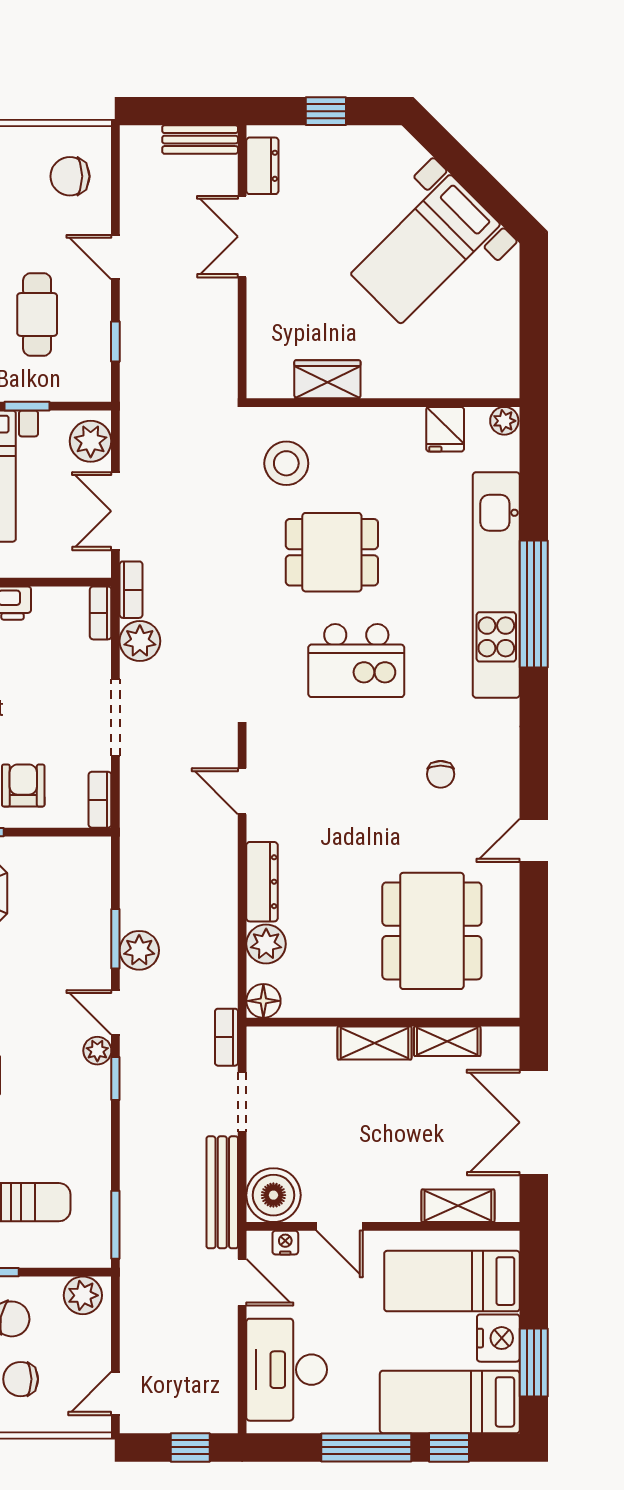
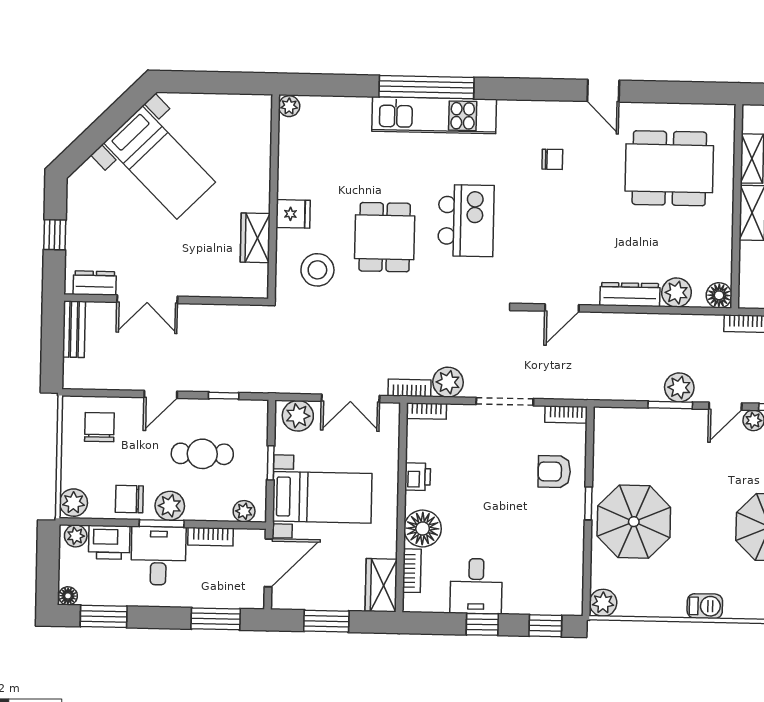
chair: (70, 176) -> (99, 427), turned 180
fridge: (445, 429) -> (293, 214), moved
kitchen unit: (496, 585) -> (434, 115), width x0.73

